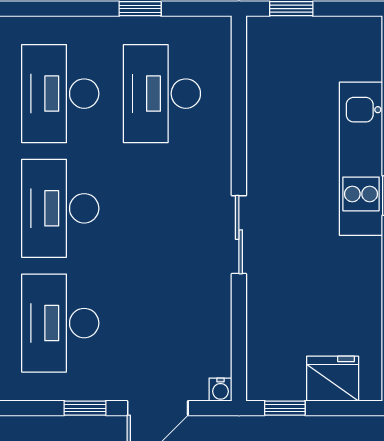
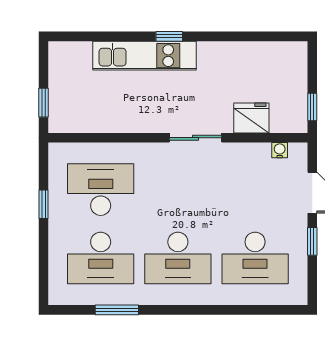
desk: (162, 94) -> (101, 190), turned 180
fridge: (333, 379) -> (251, 118), moved, turned 90
water cooler: (221, 390) -> (280, 150), moved, turned -90

